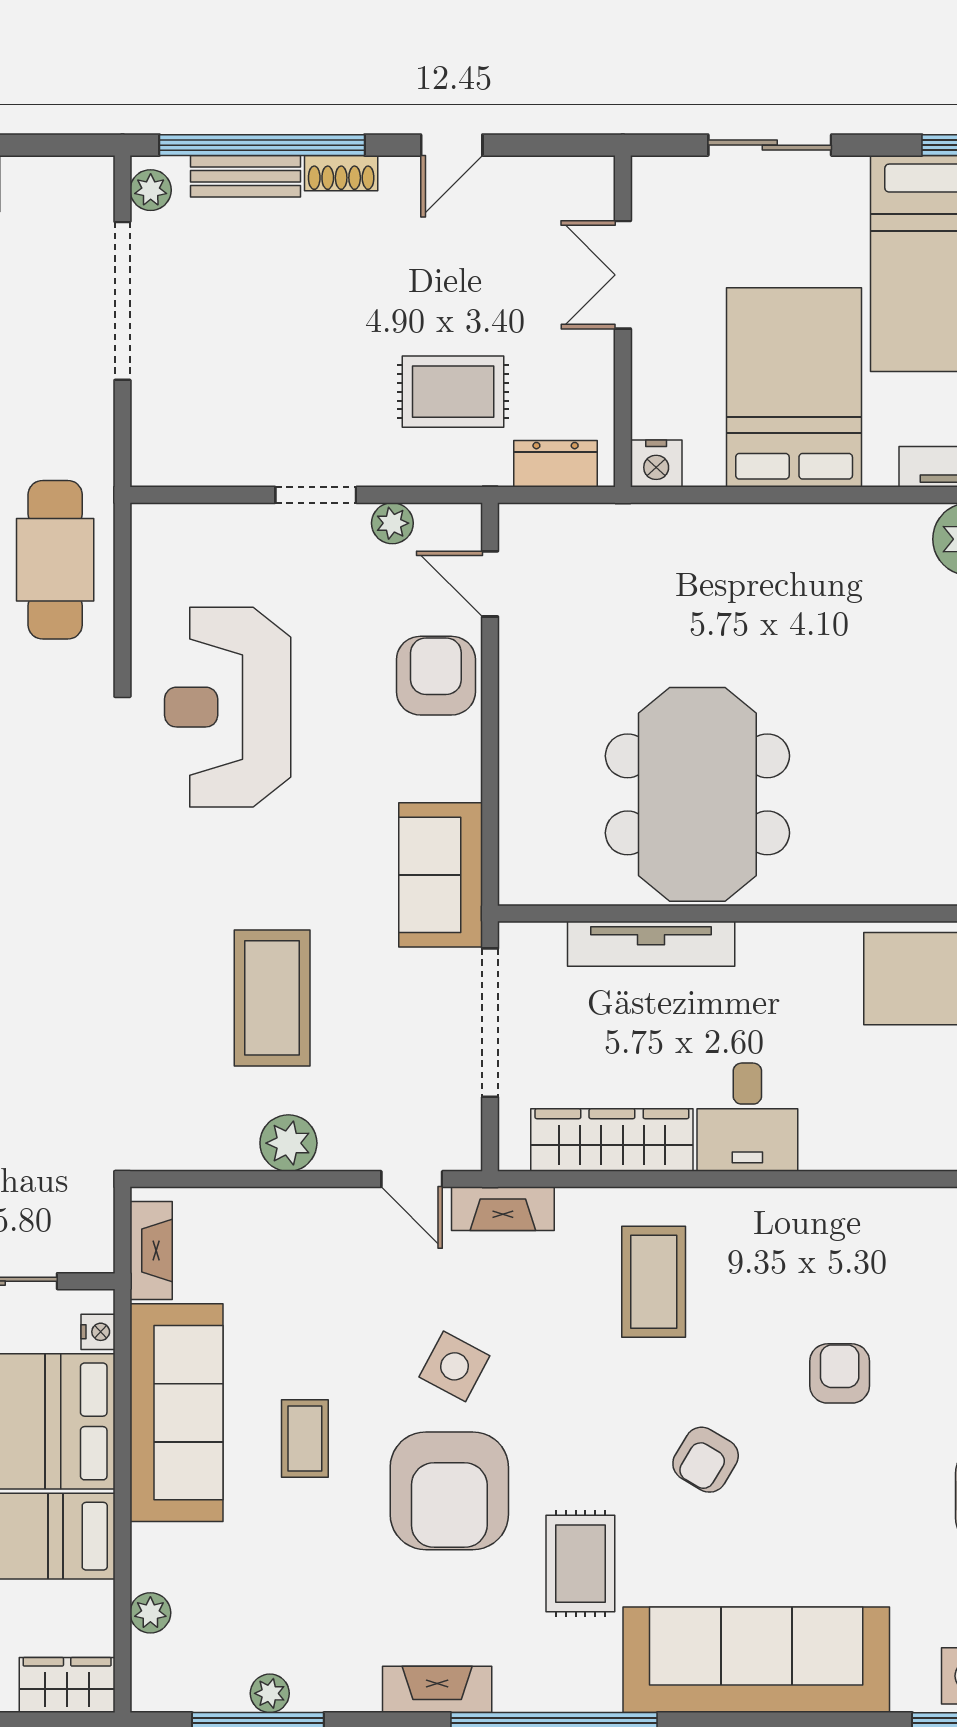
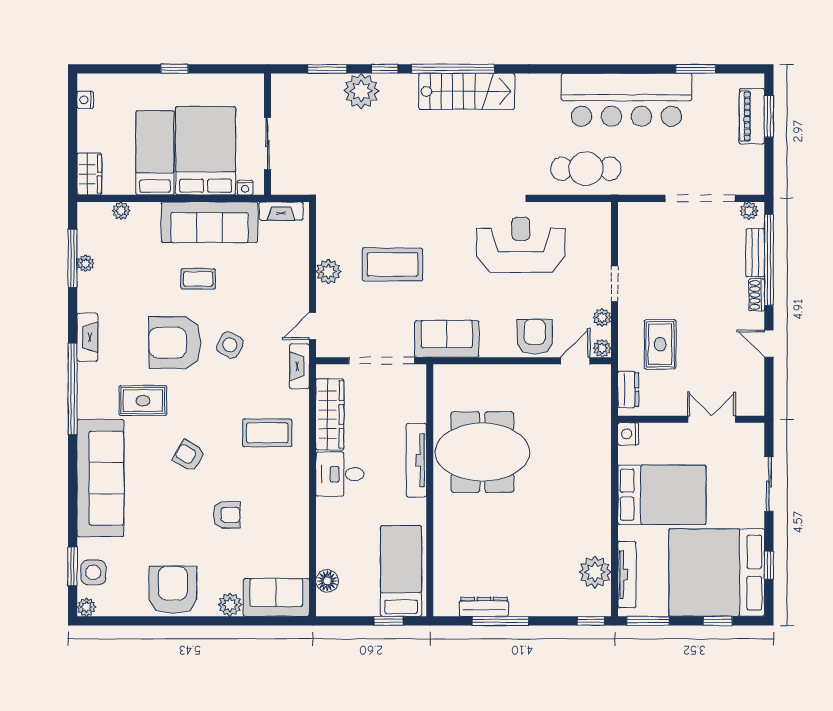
plant: (462, 523) -> (602, 348), added
armchair: (436, 676) -> (535, 337), turned -90
tv unit: (651, 944) -> (416, 460), moved

